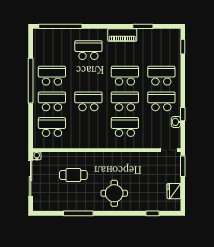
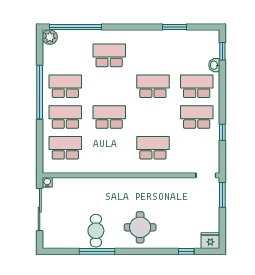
plant: (39, 35) -> (50, 37), added
piano: (122, 35) -> (150, 37), removed
school desk: (125, 101) -> (153, 117), removed
washbasin: (176, 122) -> (214, 65), moved
cafe table: (73, 175) -> (96, 231), moved, turned 90
fridge: (174, 191) -> (210, 241), moved, turned 90

